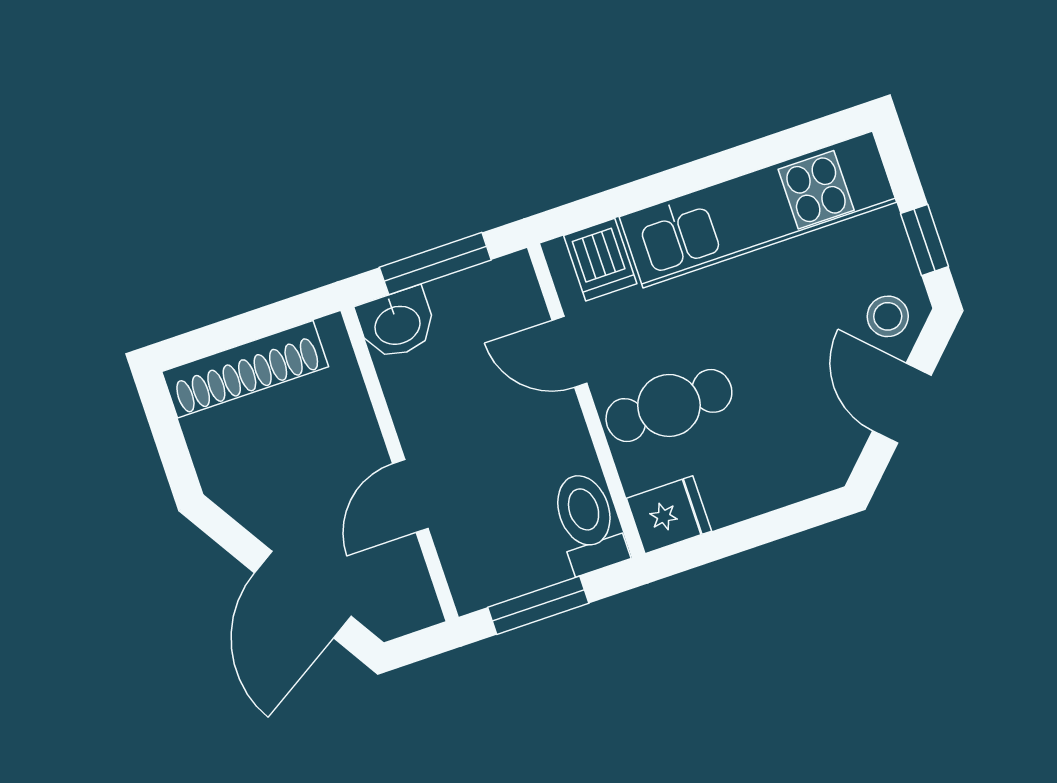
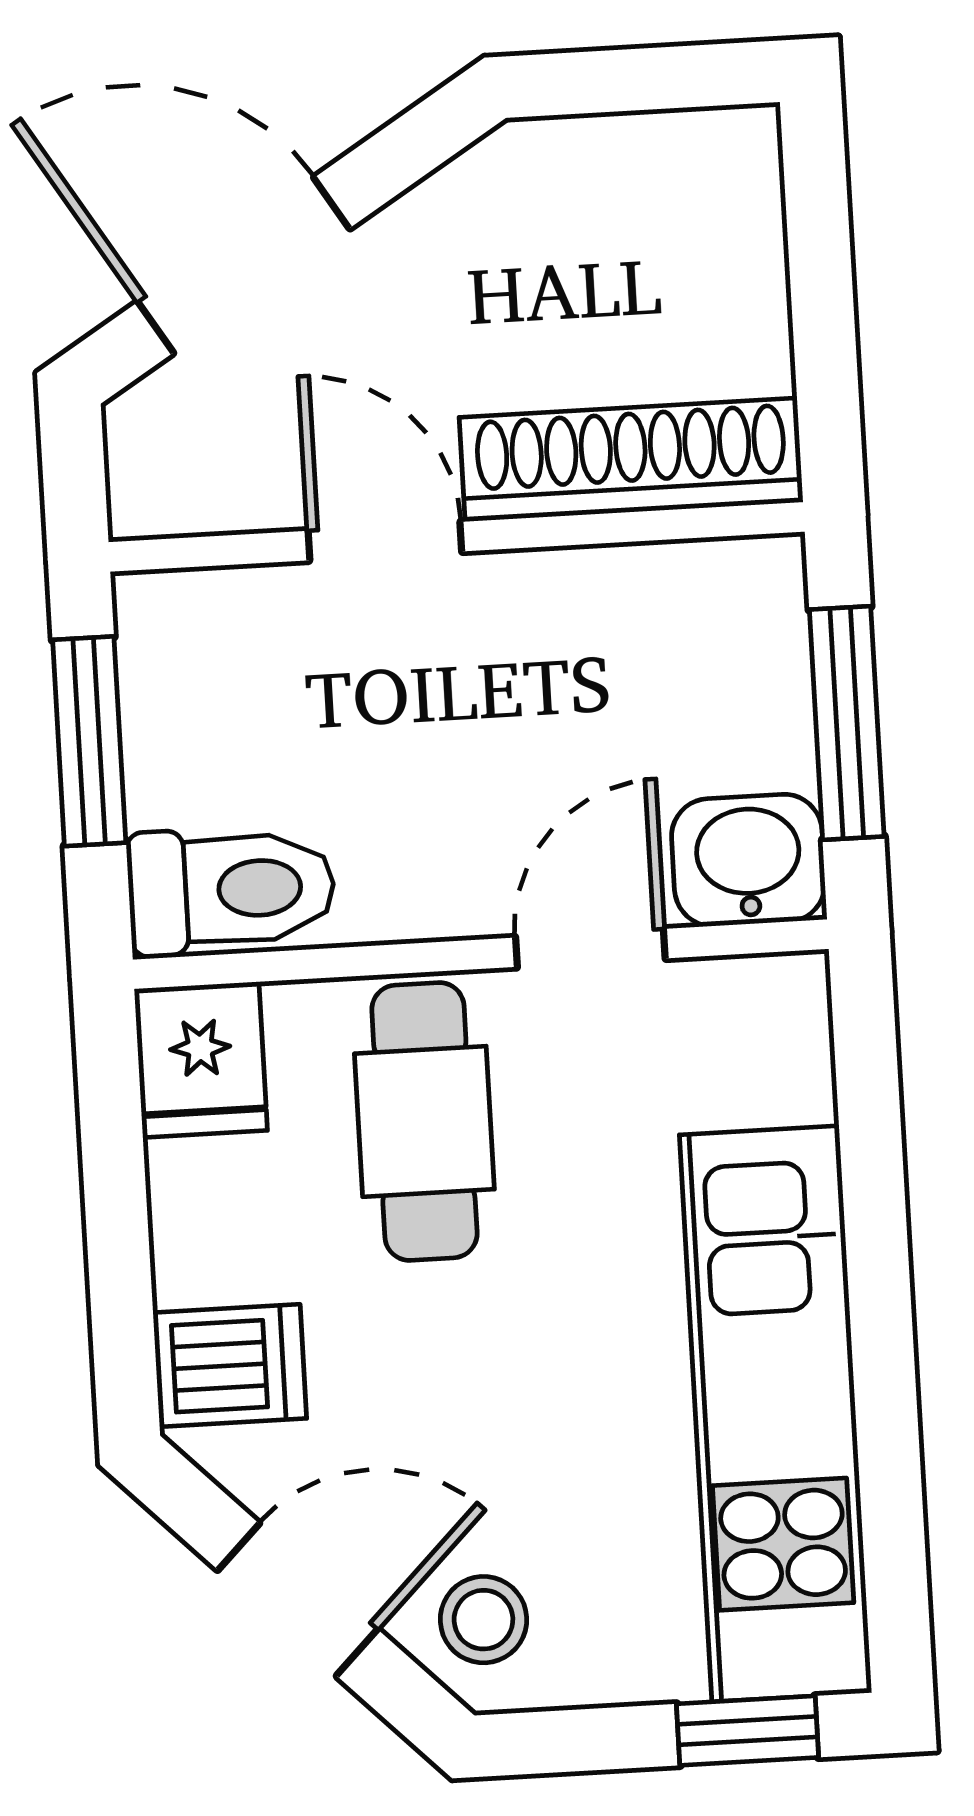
window: (925, 240) -> (747, 1731), moved
dishwasher: (600, 260) -> (230, 1366), moved, turned 180
washbasin: (397, 324) -> (748, 860), moved, turned 90
shoe rack: (245, 369) -> (631, 460), moved, turned 90

